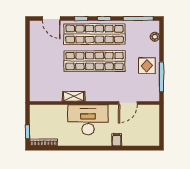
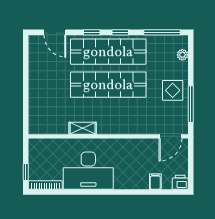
door: (128, 103) -> (170, 136), moved
desk: (88, 120) -> (88, 171), moved, turned 180
filing cabinet: (117, 140) -> (155, 182), moved
printer: (153, 140) -> (180, 182), added

